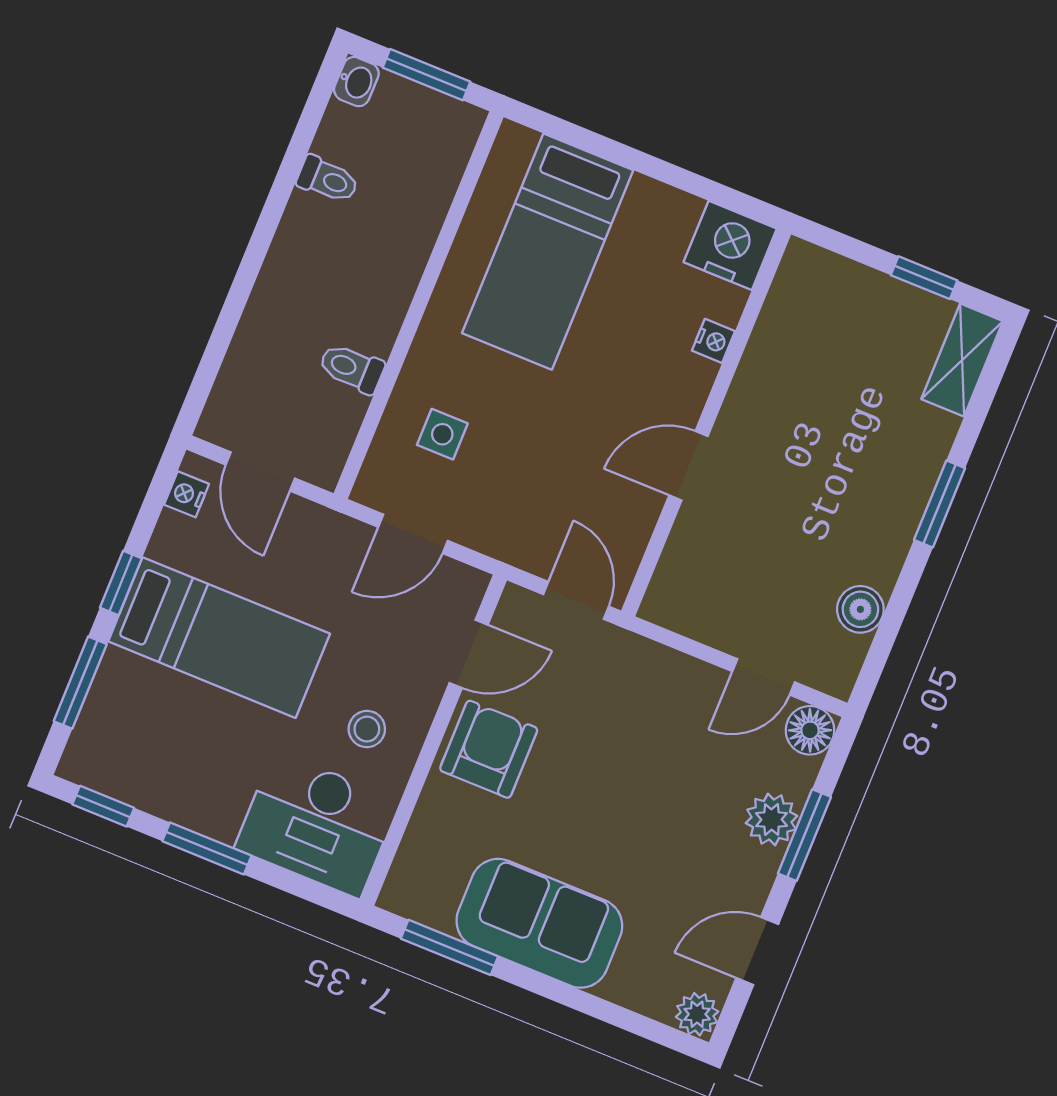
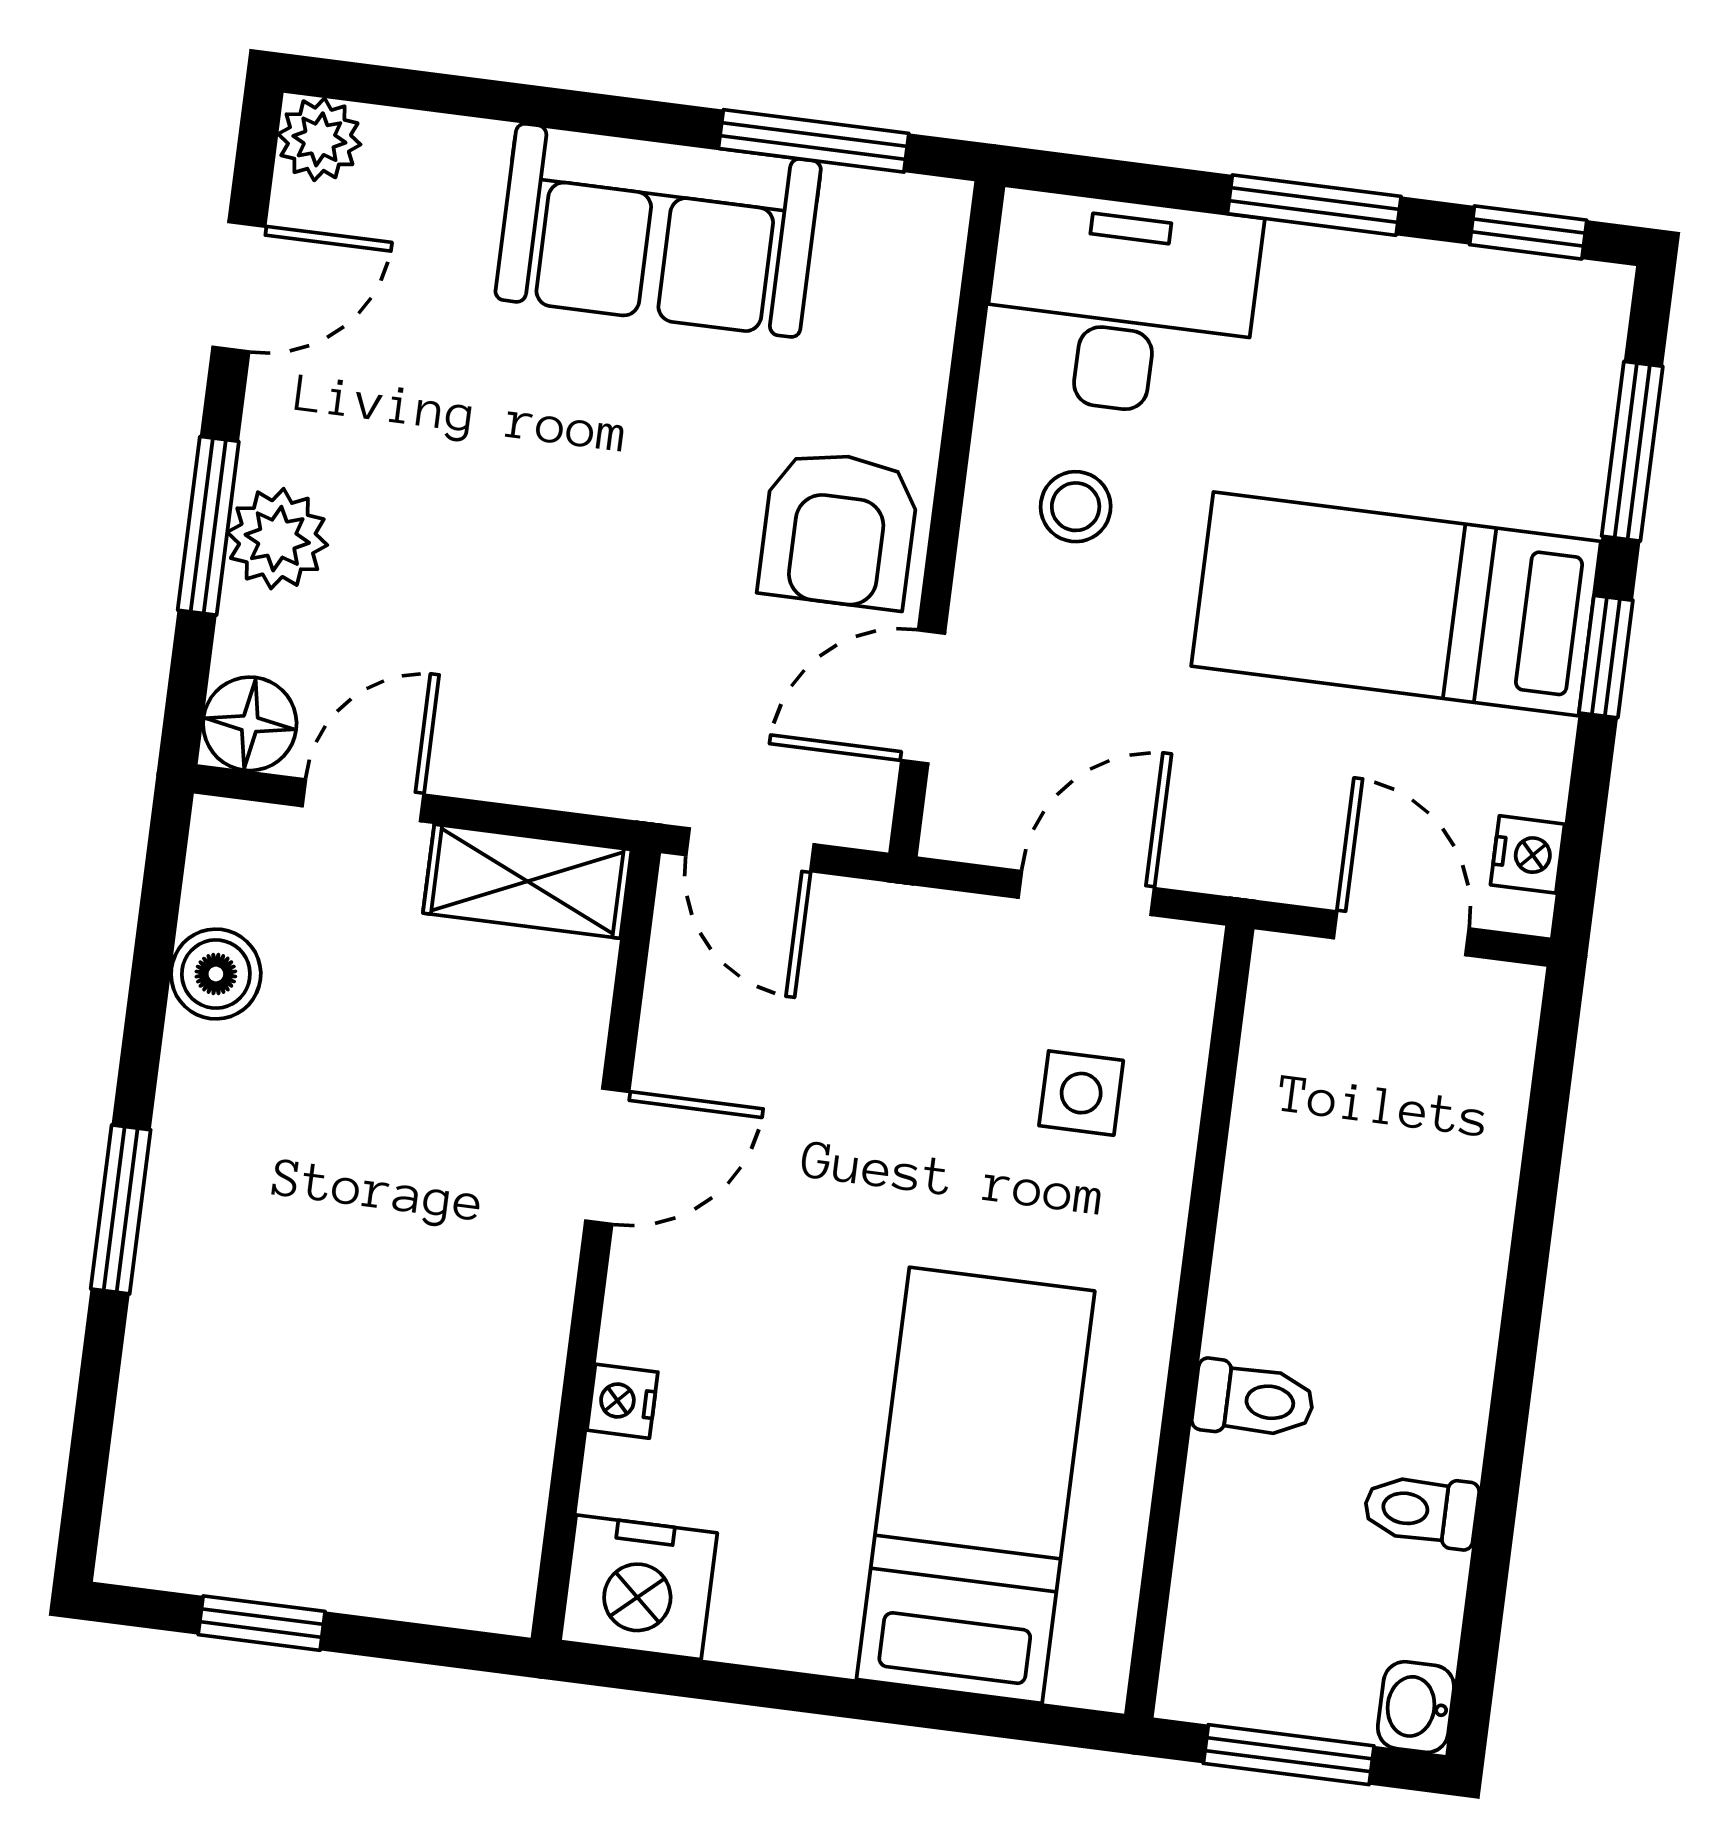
shelving: (962, 360) -> (527, 881), moved, turned 90
toilet: (352, 368) -> (1254, 1400), moved

